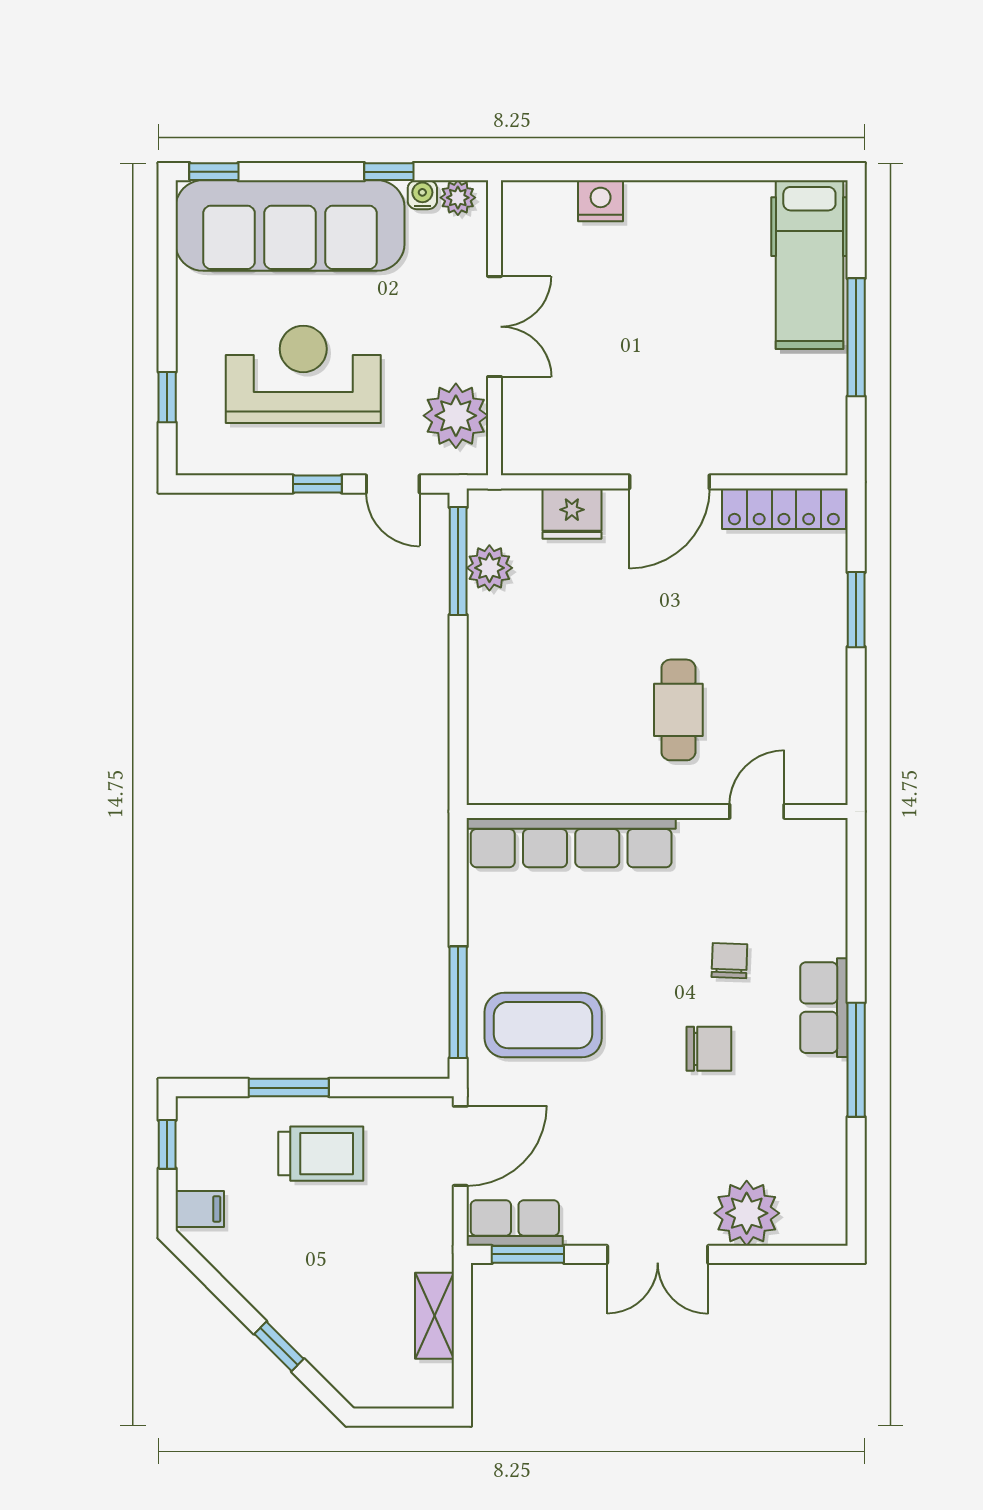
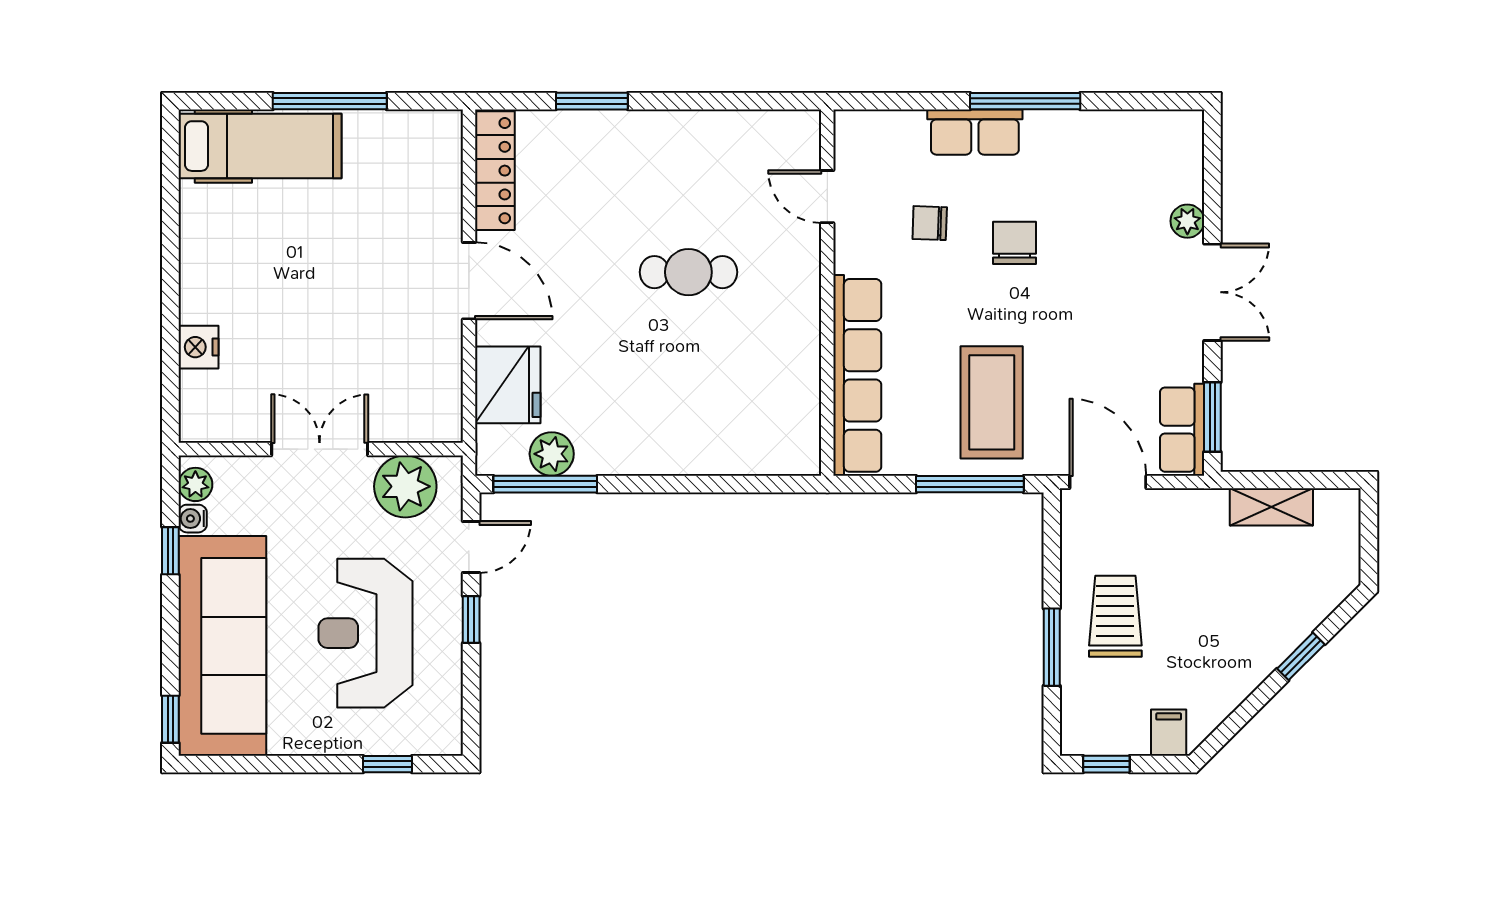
fridge: (572, 514) -> (508, 385), width x1.36, depth x1.34
wall: (657, 811) -> (827, 293), moved
door: (757, 811) -> (827, 197), moved
row of seats: (571, 843) -> (857, 375), moved
plant: (747, 1213) -> (1187, 221), width x0.53, depth x0.53

